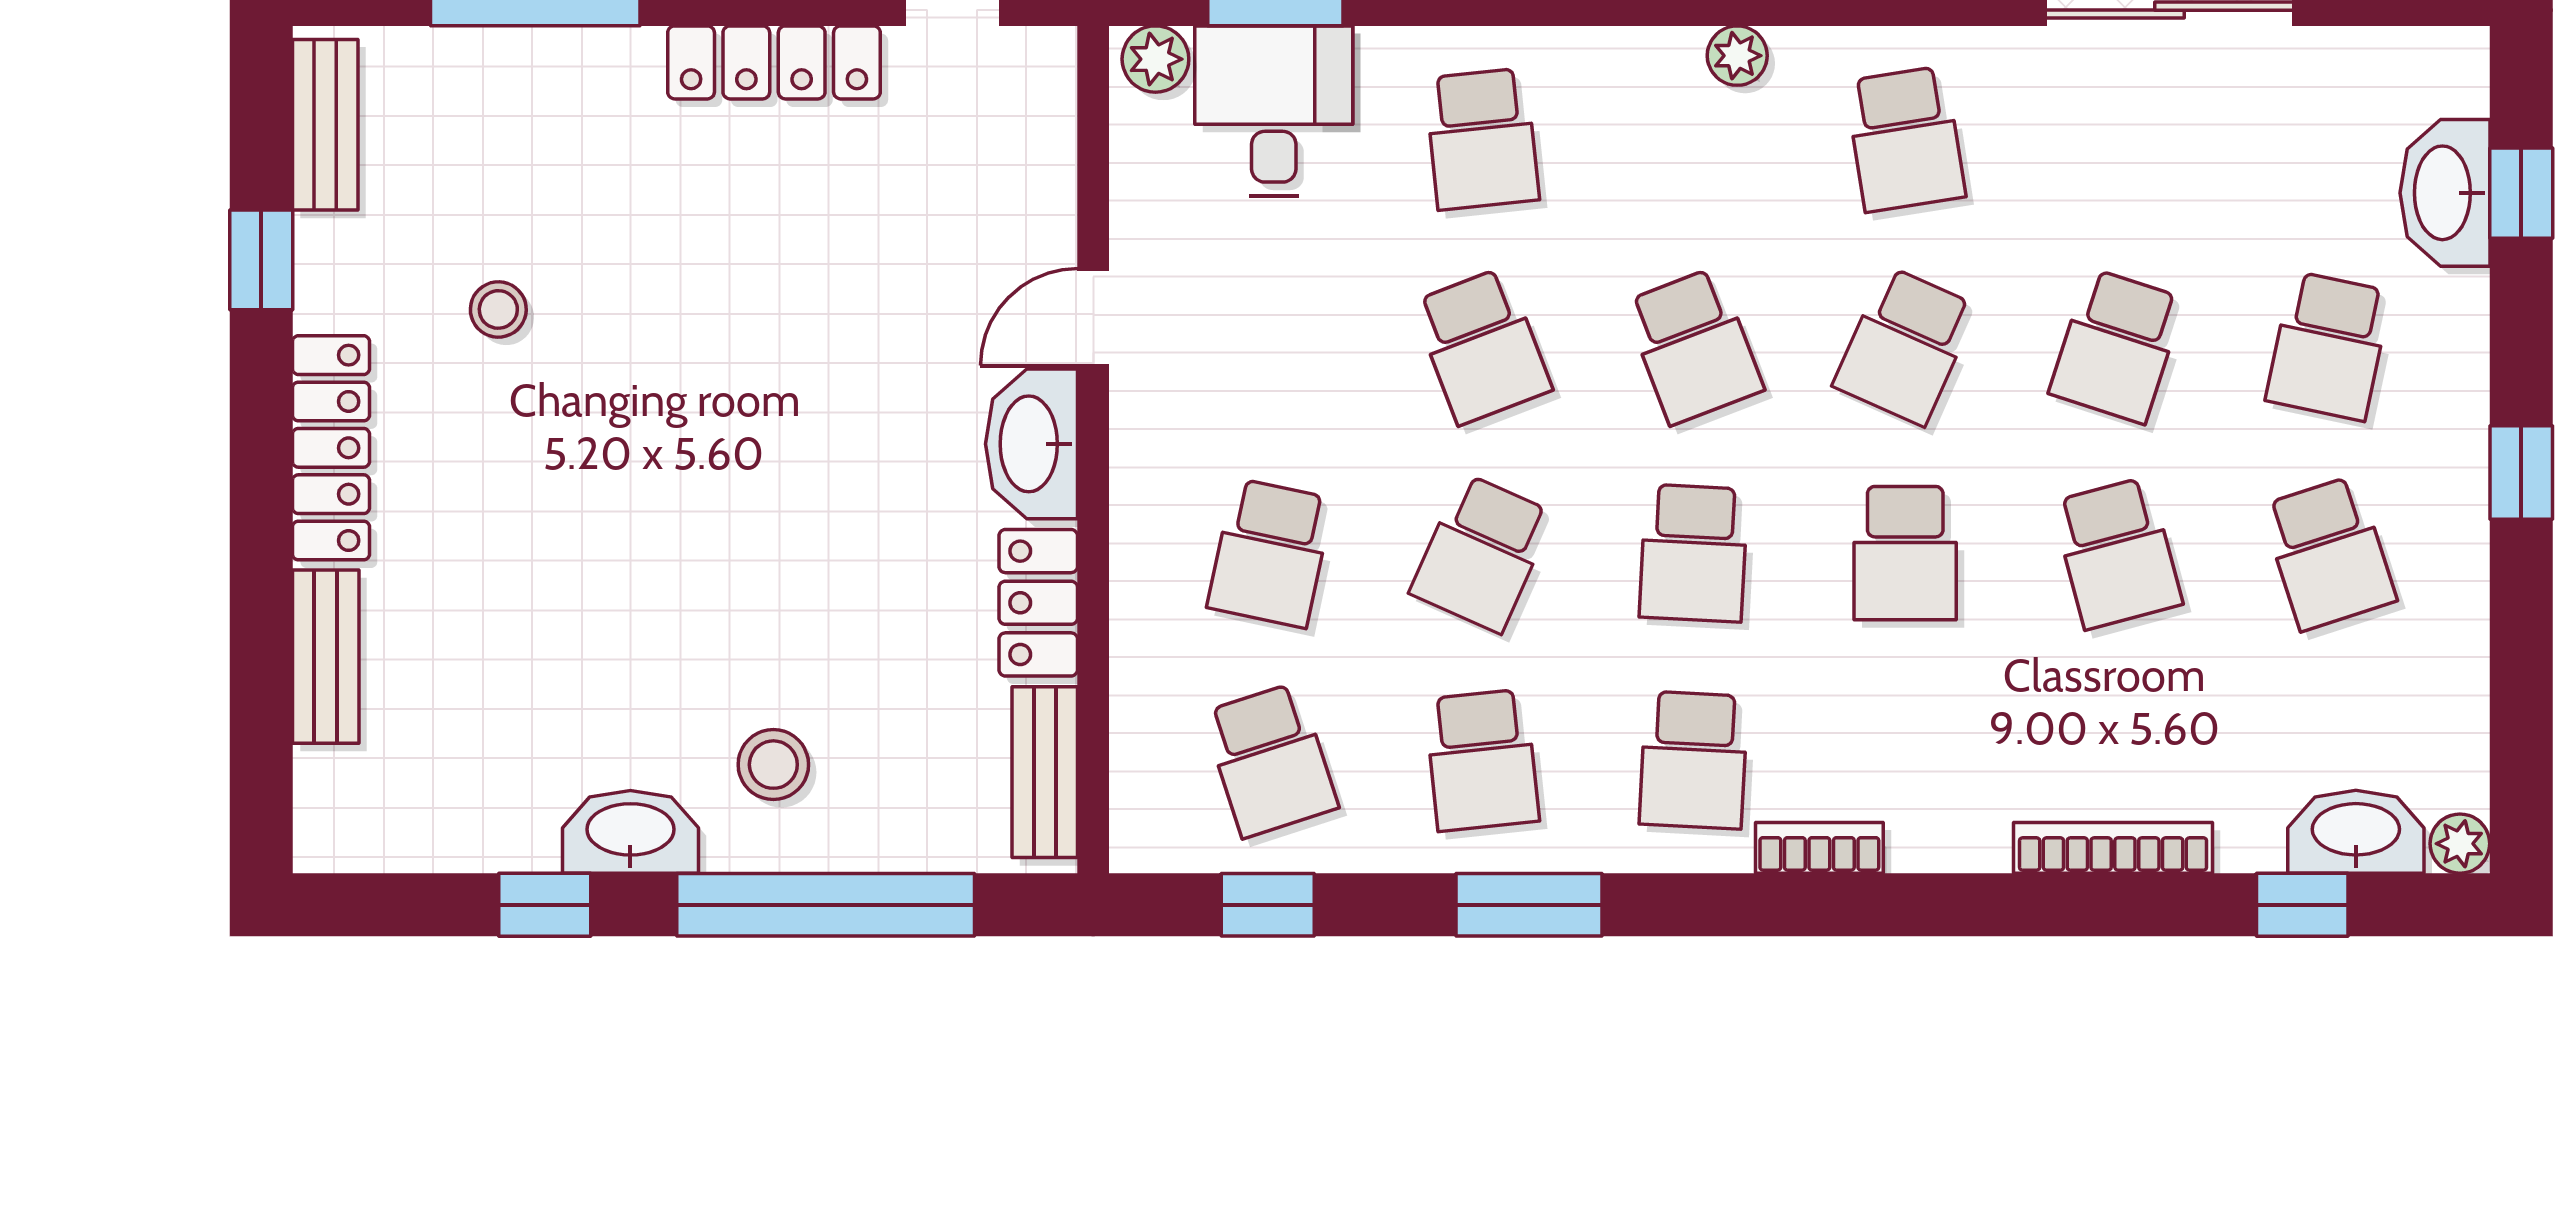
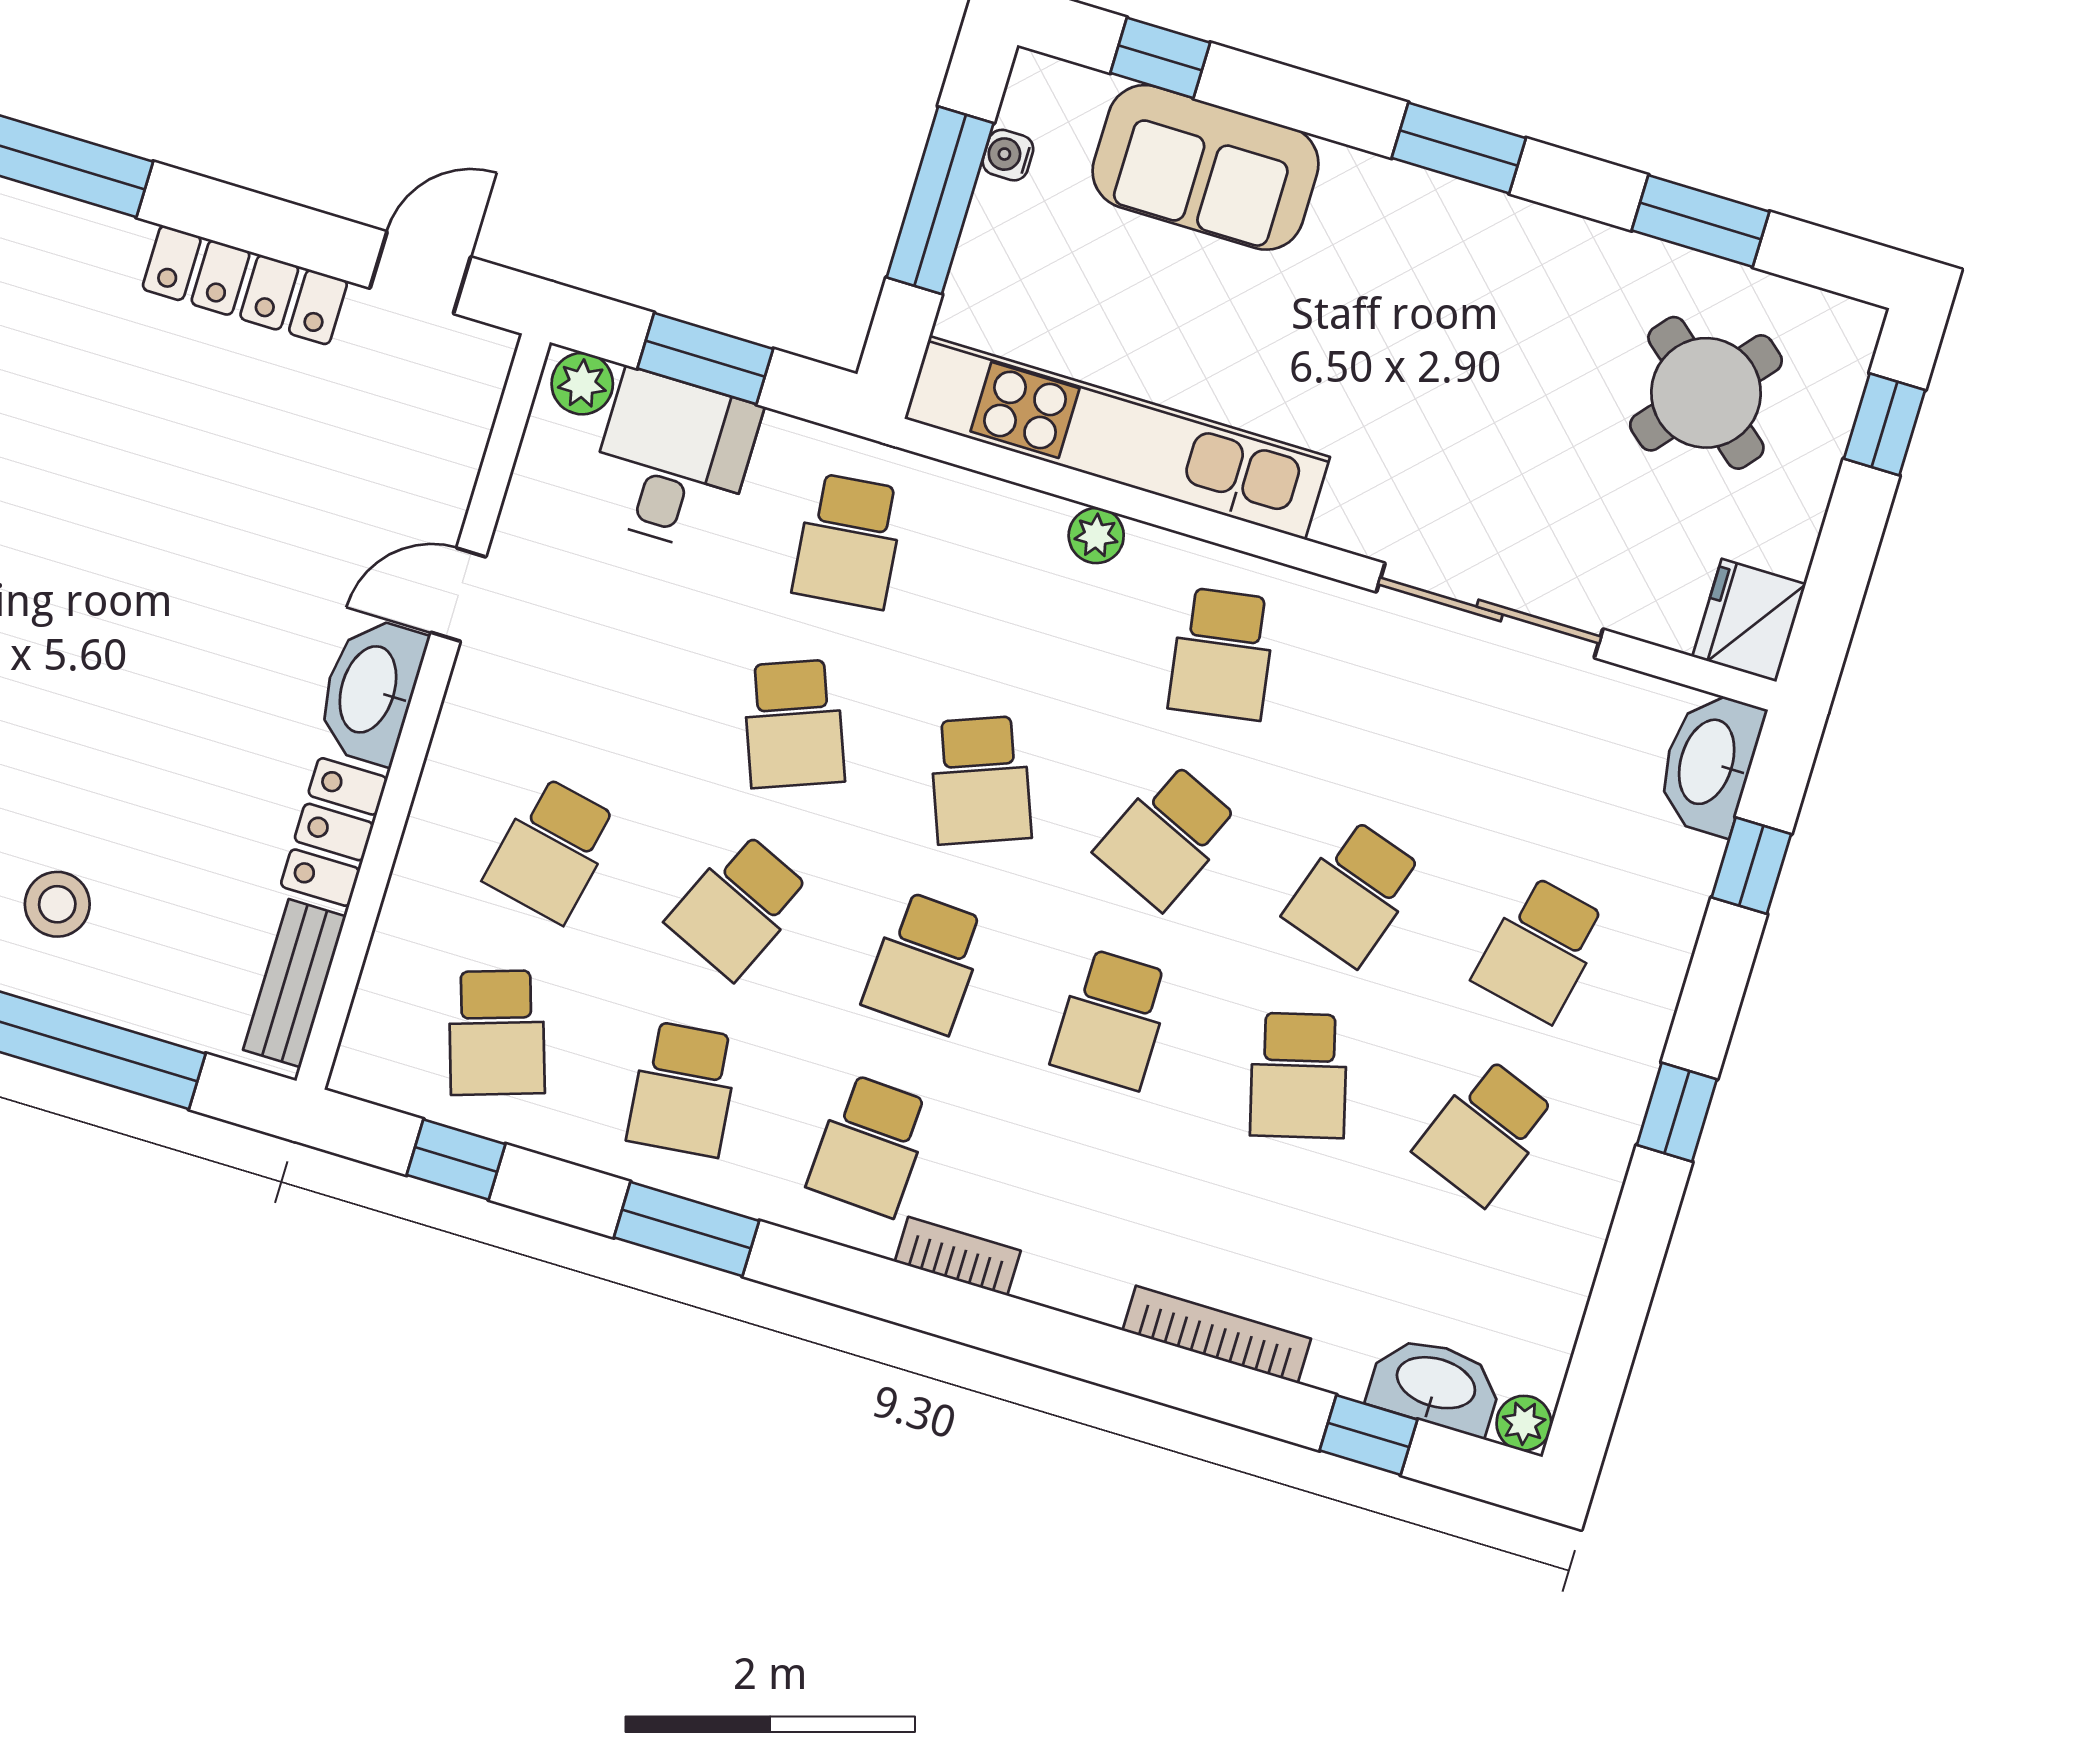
washbasin: (2445, 193) -> (1709, 763), moved
school desk: (2329, 553) -> (1485, 1132), turned 39

